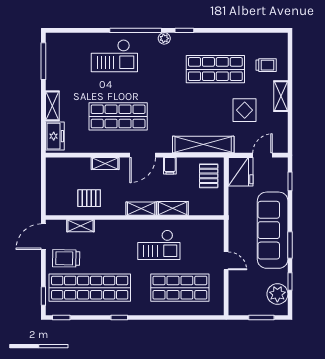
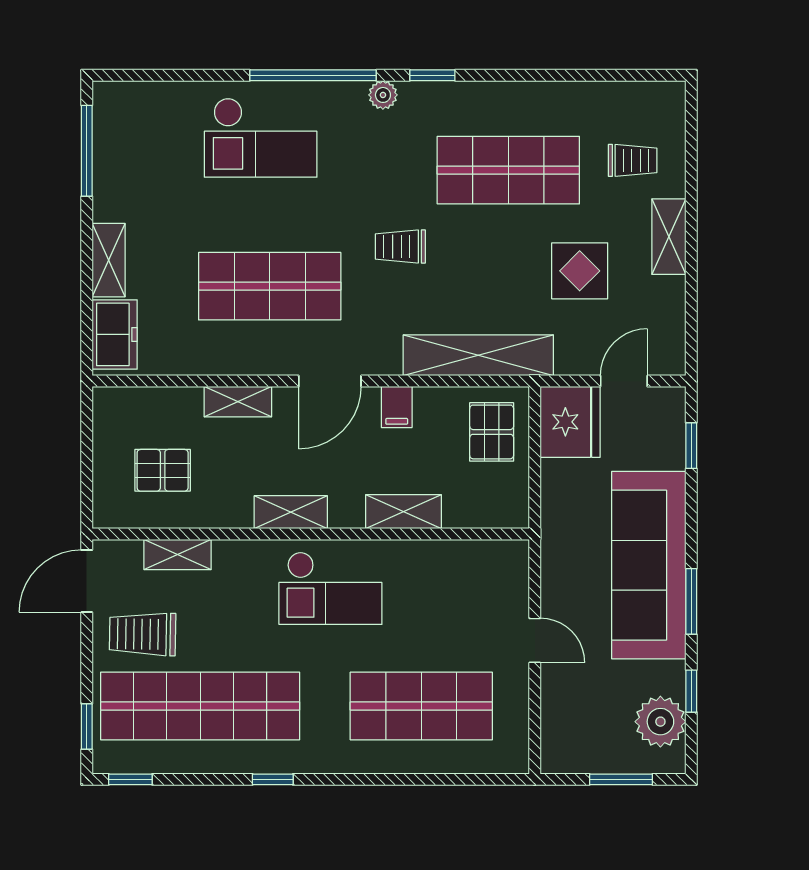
trolley: (171, 100) -> (400, 247), added
pallet: (89, 198) -> (163, 470), moved
shelving: (141, 209) -> (291, 512), moved
checkout: (159, 245) -> (330, 588), moved

